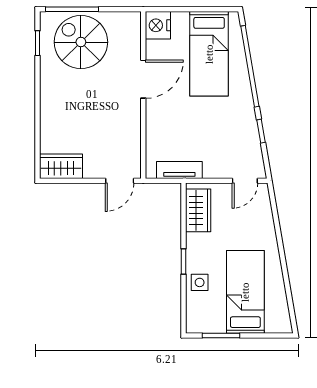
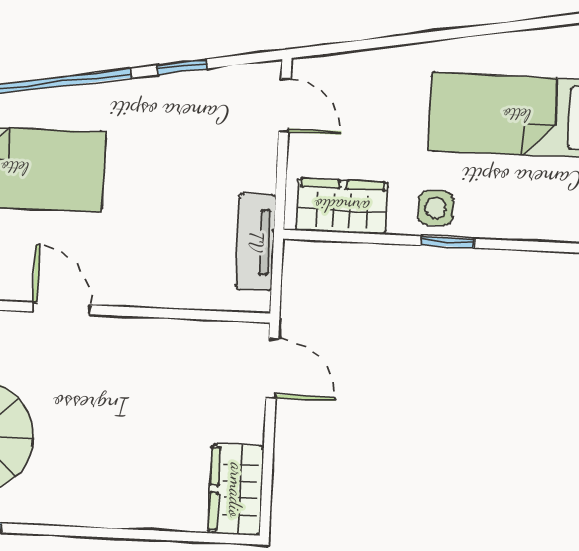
door: (143, 79) -> (62, 308), width x0.73
side table: (200, 282) -> (436, 208), moved

